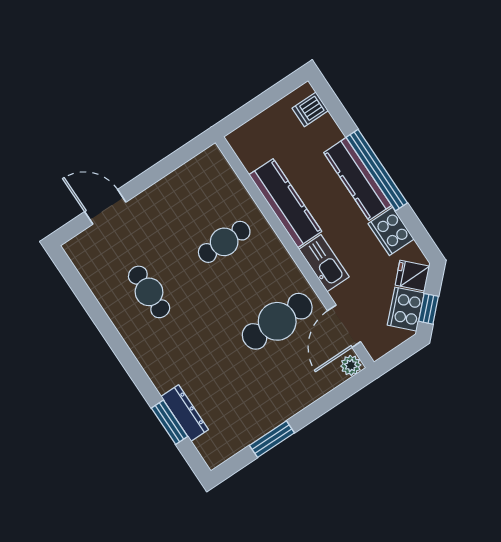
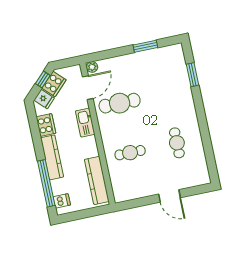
window: (377, 170) -> (46, 183), moved
kitchen counter: (285, 203) -> (97, 180), moved
door: (105, 207) -> (170, 196), moved
dresser: (185, 413) -> (183, 76), removed

